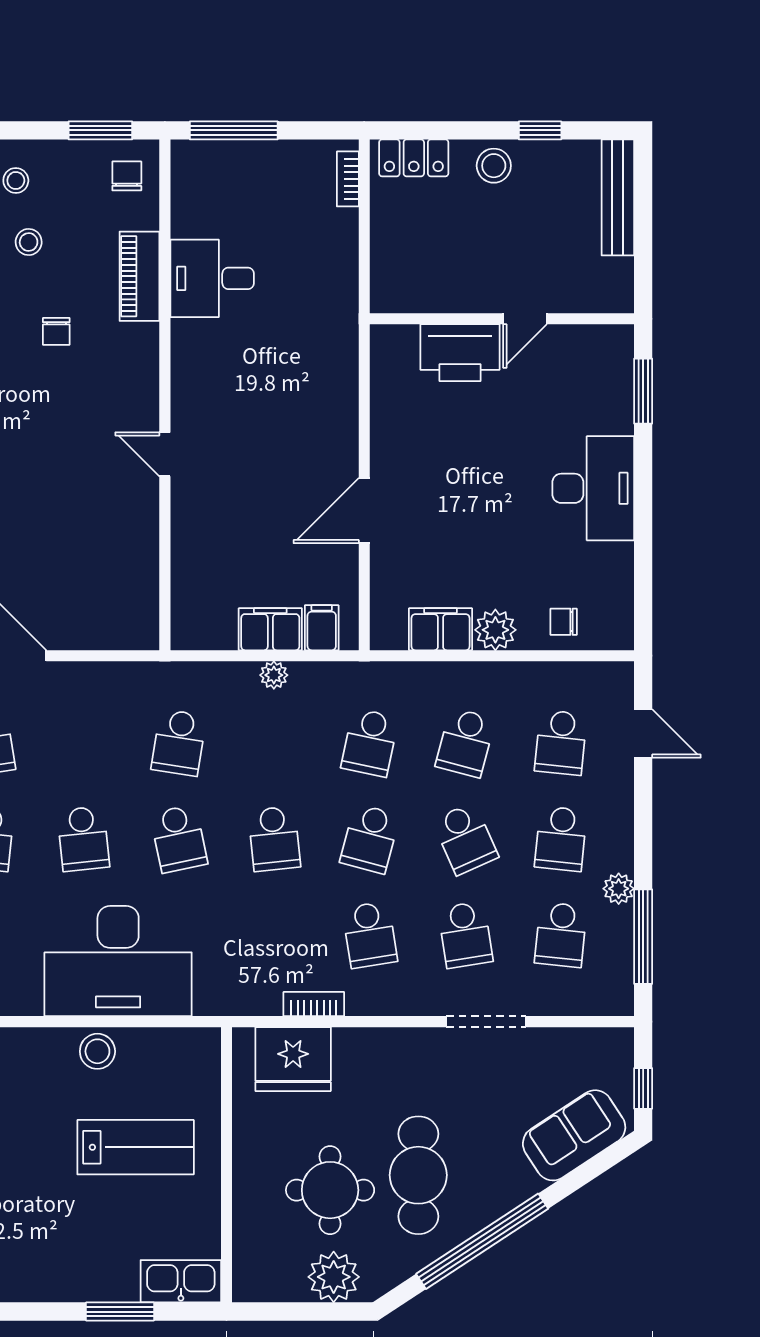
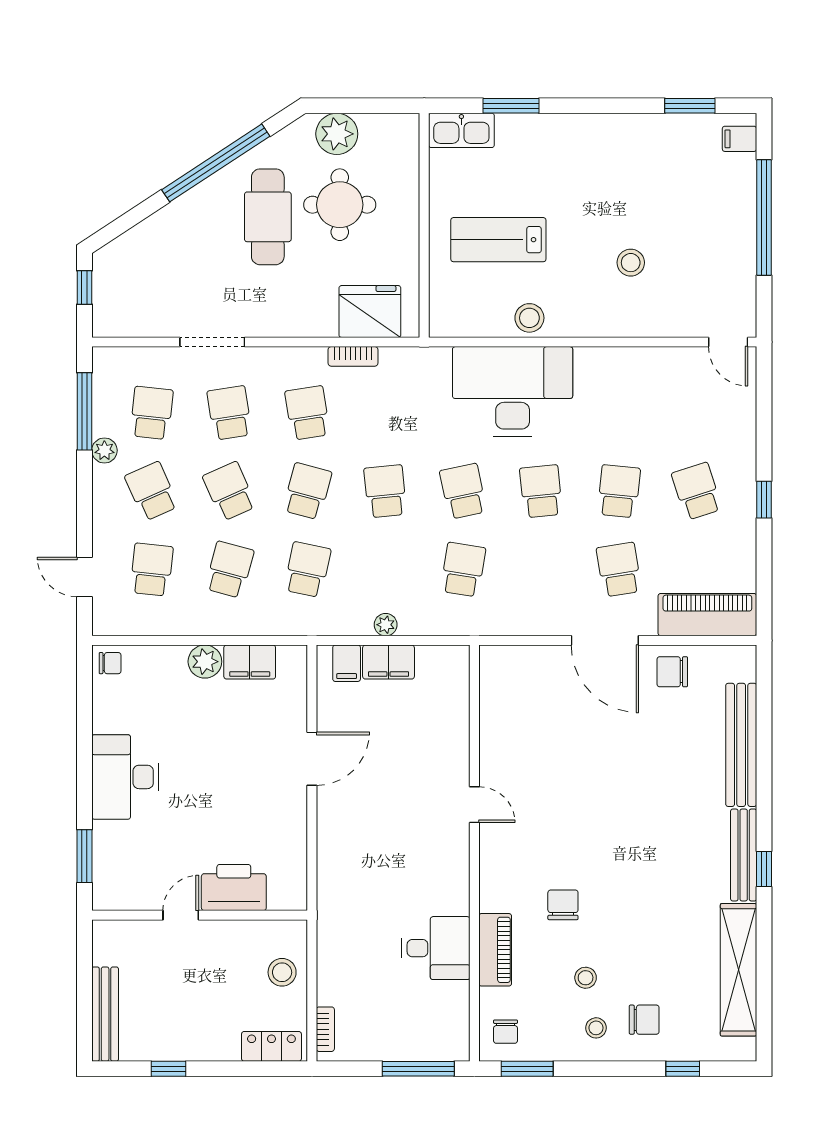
stool: (494, 166) -> (282, 972), moved
chair: (56, 331) -> (563, 905), width x1.37, depth x1.37
chair: (564, 622) -> (110, 663), moved
school desk: (561, 839) -> (152, 491), turned -30
sofa: (574, 1135) -> (141, 249), removed

